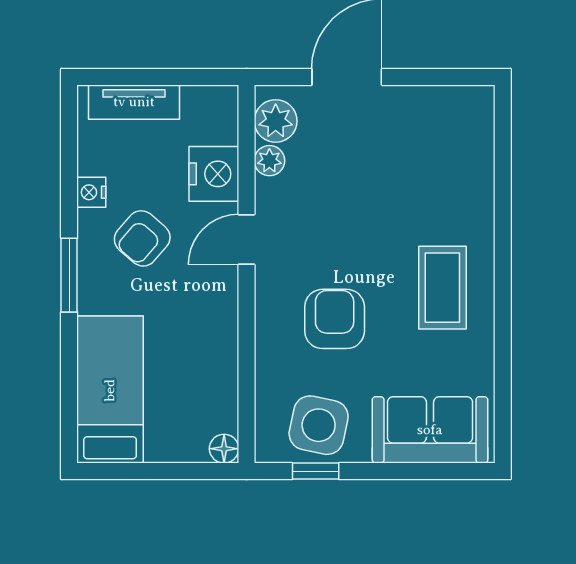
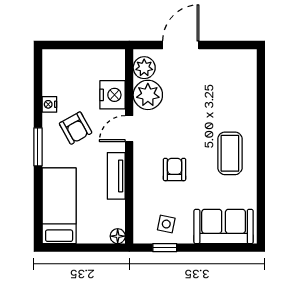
tv unit: (134, 102) -> (116, 176), moved, turned 90
plant: (269, 161) -> (148, 95), width x1.88, depth x1.88
armchair: (142, 238) -> (76, 128), turned -70
armchair: (335, 319) -> (174, 169), width x0.72, depth x0.72
side table: (319, 425) -> (166, 224), width x0.54, depth x0.54

